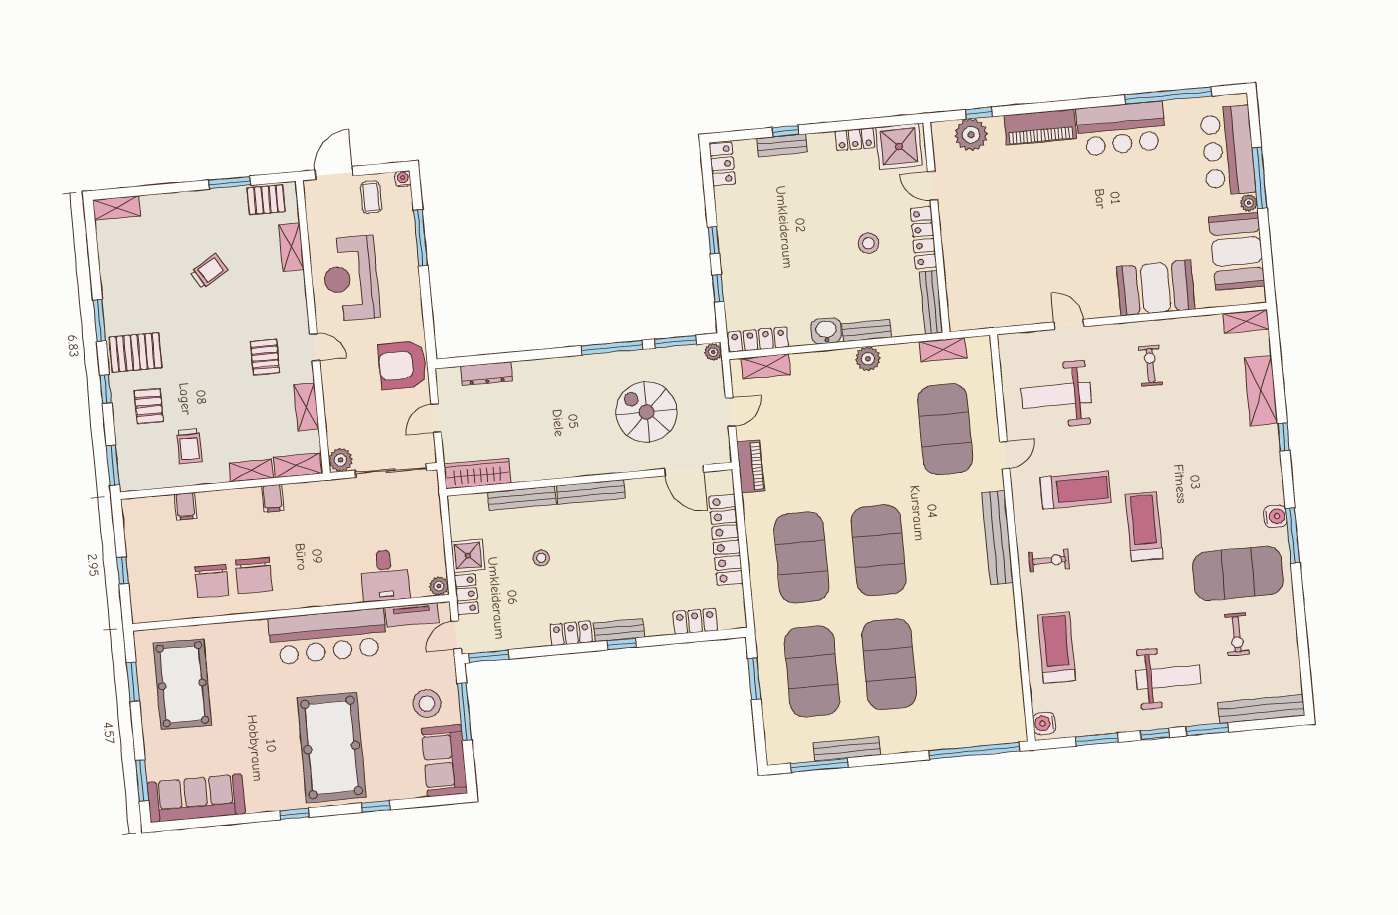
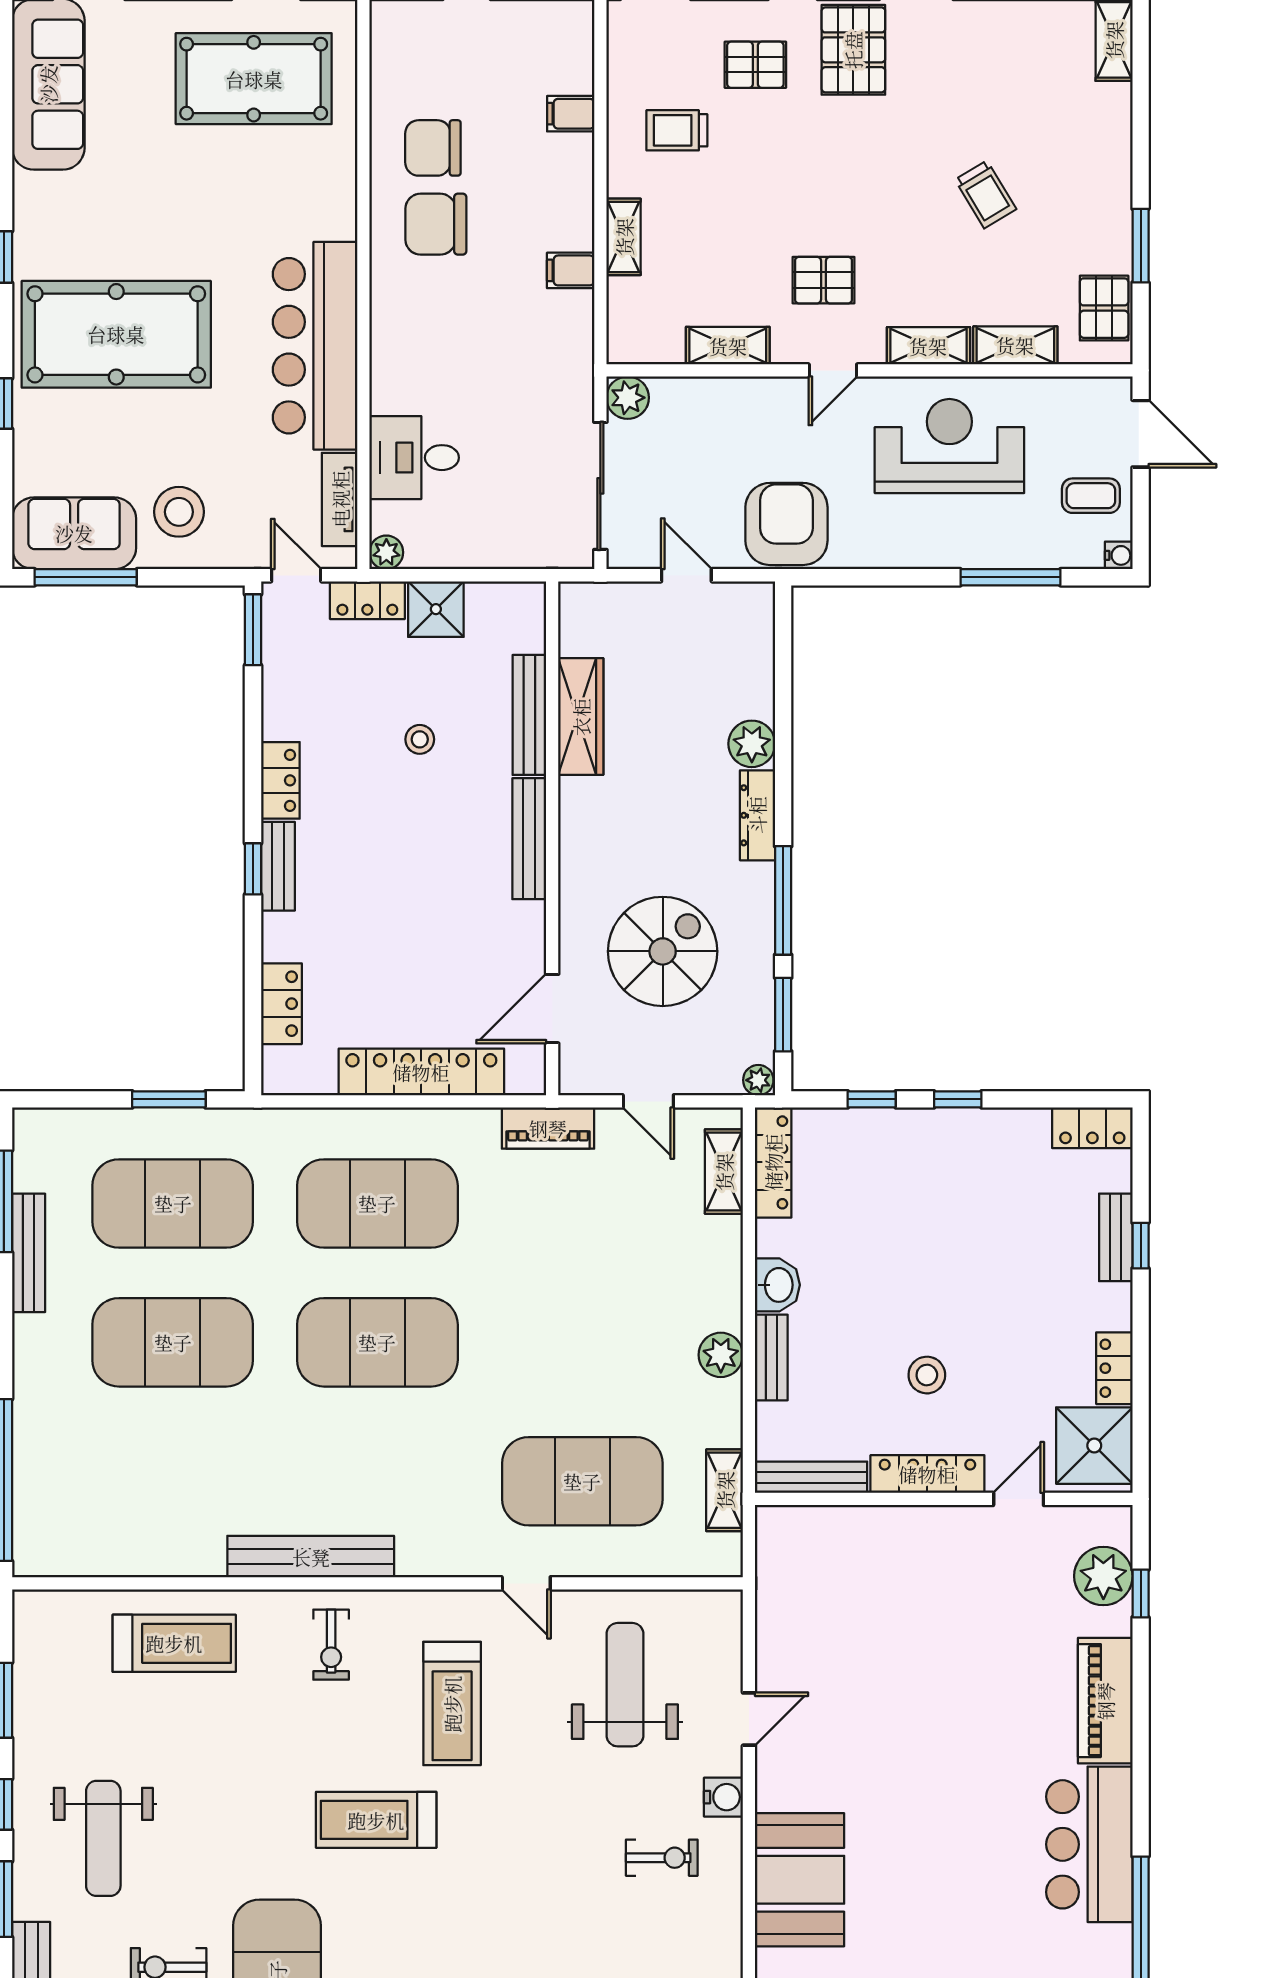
plant: (527, 373) -> (752, 744), added
dresser: (486, 374) -> (757, 815), moved
shelving: (297, 465) -> (928, 346), moved, turned 90
wardrobe: (477, 474) -> (581, 717), moved
treadmill: (1144, 526) -> (376, 1820), turned 180
bench: (998, 538) -> (311, 1557), moved
window: (465, 712) -> (86, 577), moved
water cooler: (1044, 723) -> (723, 1797), moved, turned 90

